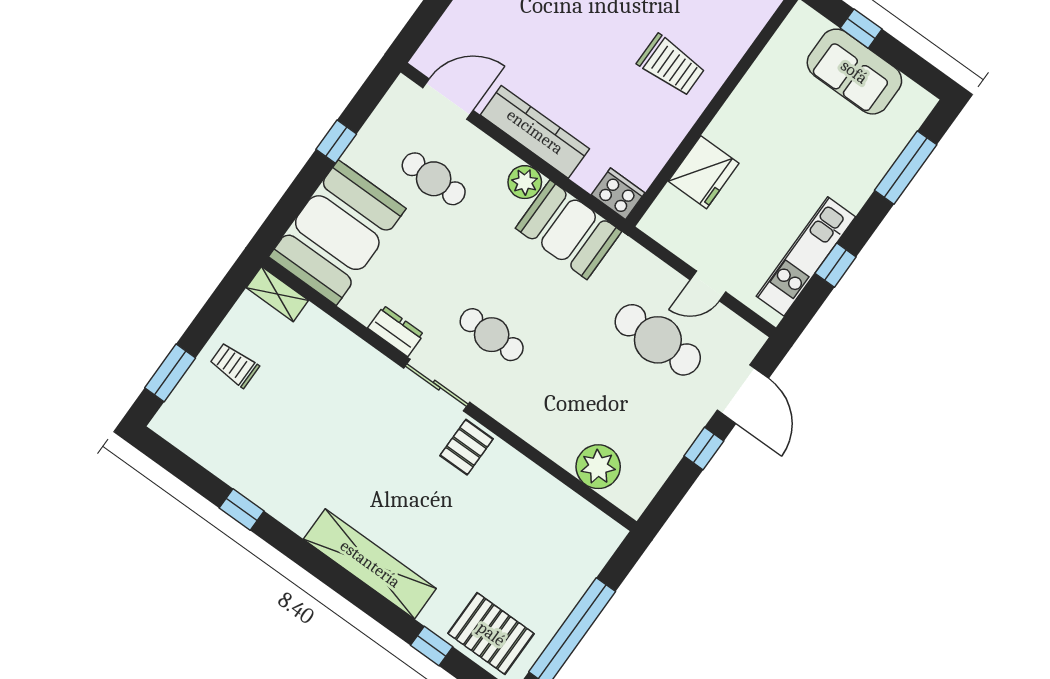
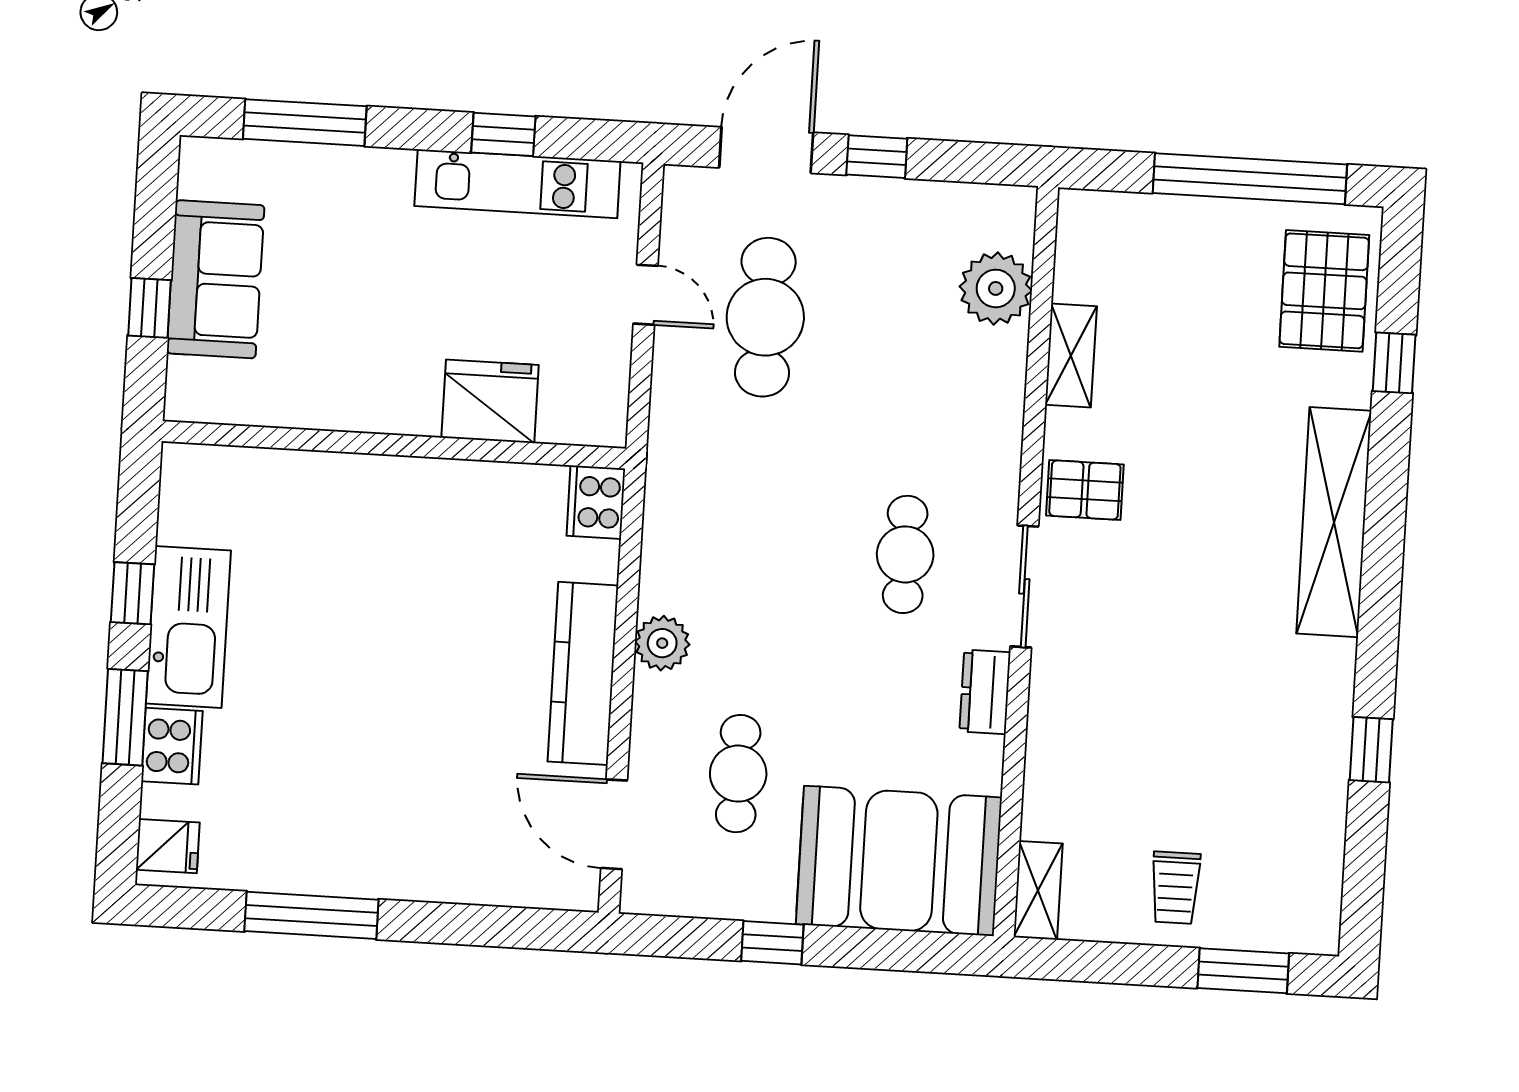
trolley: (671, 65) -> (369, 542), removed
booth: (568, 230) -> (690, 540), removed
shelving: (540, 483) -> (1071, 355), added

